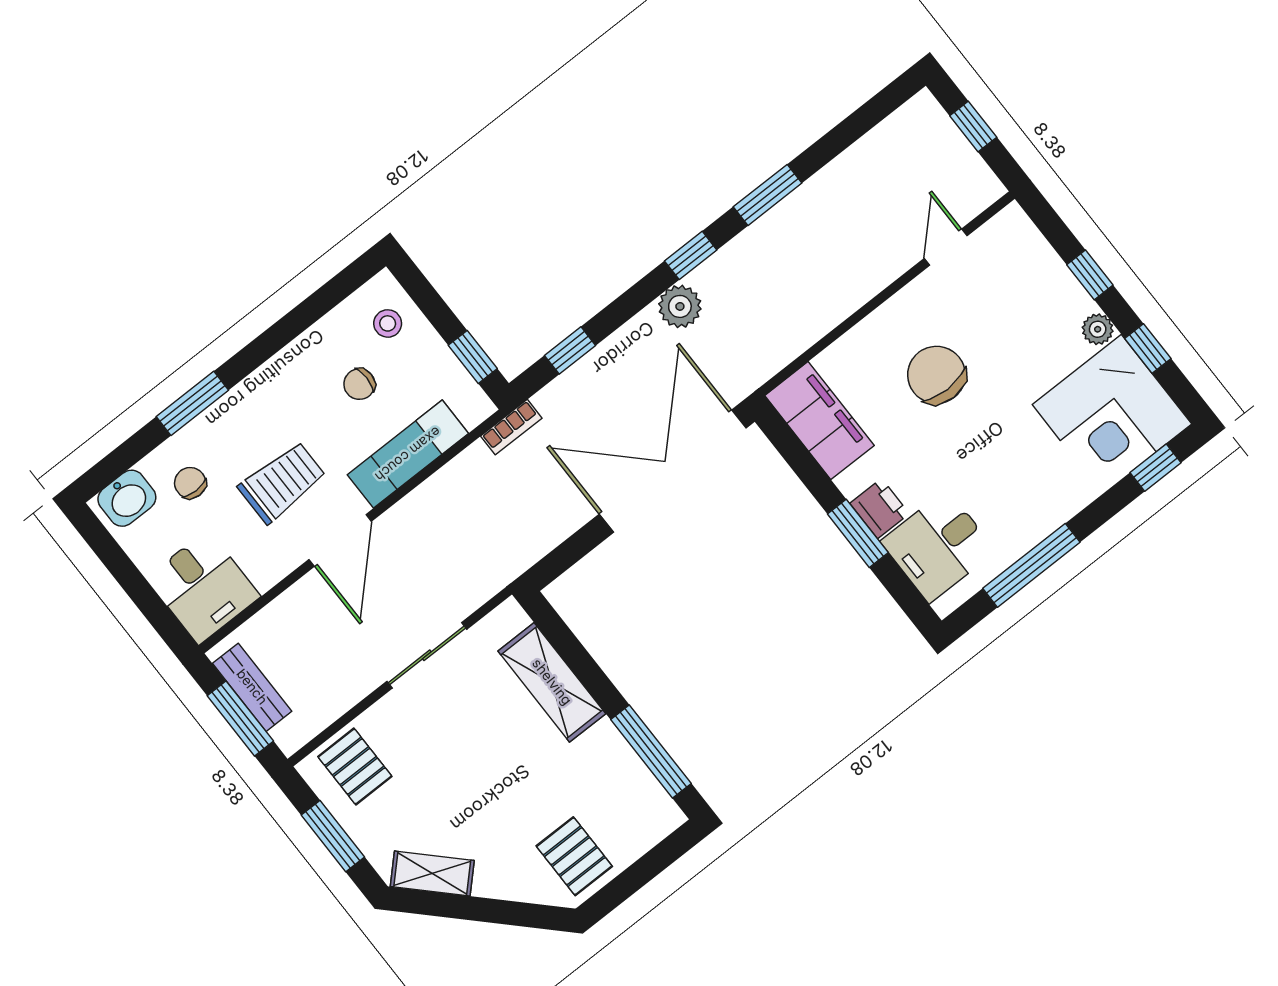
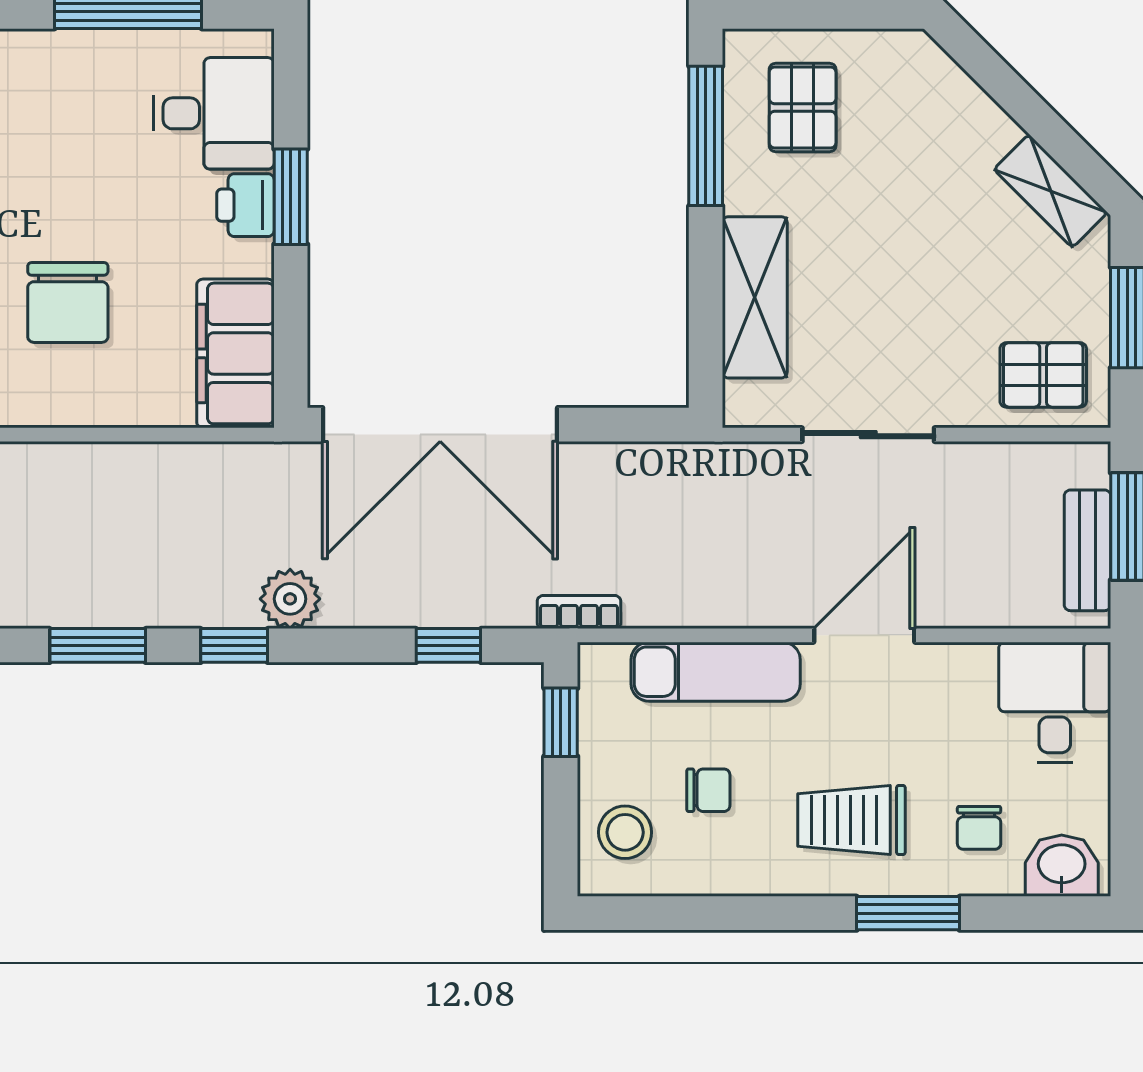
stool: (388, 323) -> (625, 832), width x1.37, depth x1.37
trolley: (282, 482) -> (852, 820), moved
pallet: (355, 767) -> (1043, 375), turned 90
pallet: (574, 856) -> (803, 107), moved

